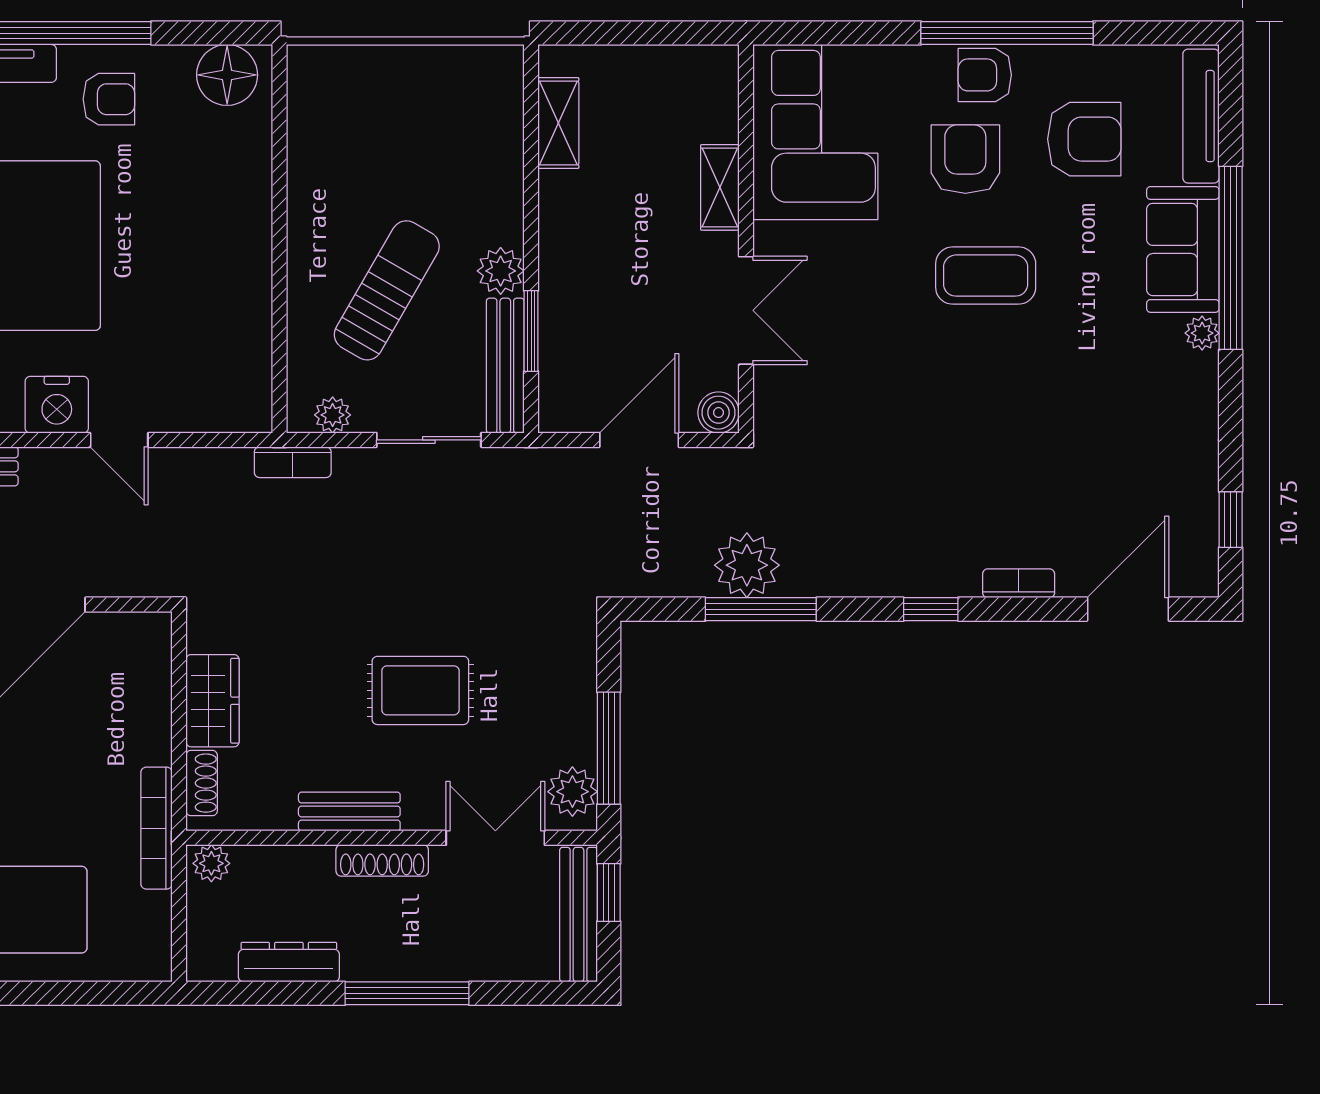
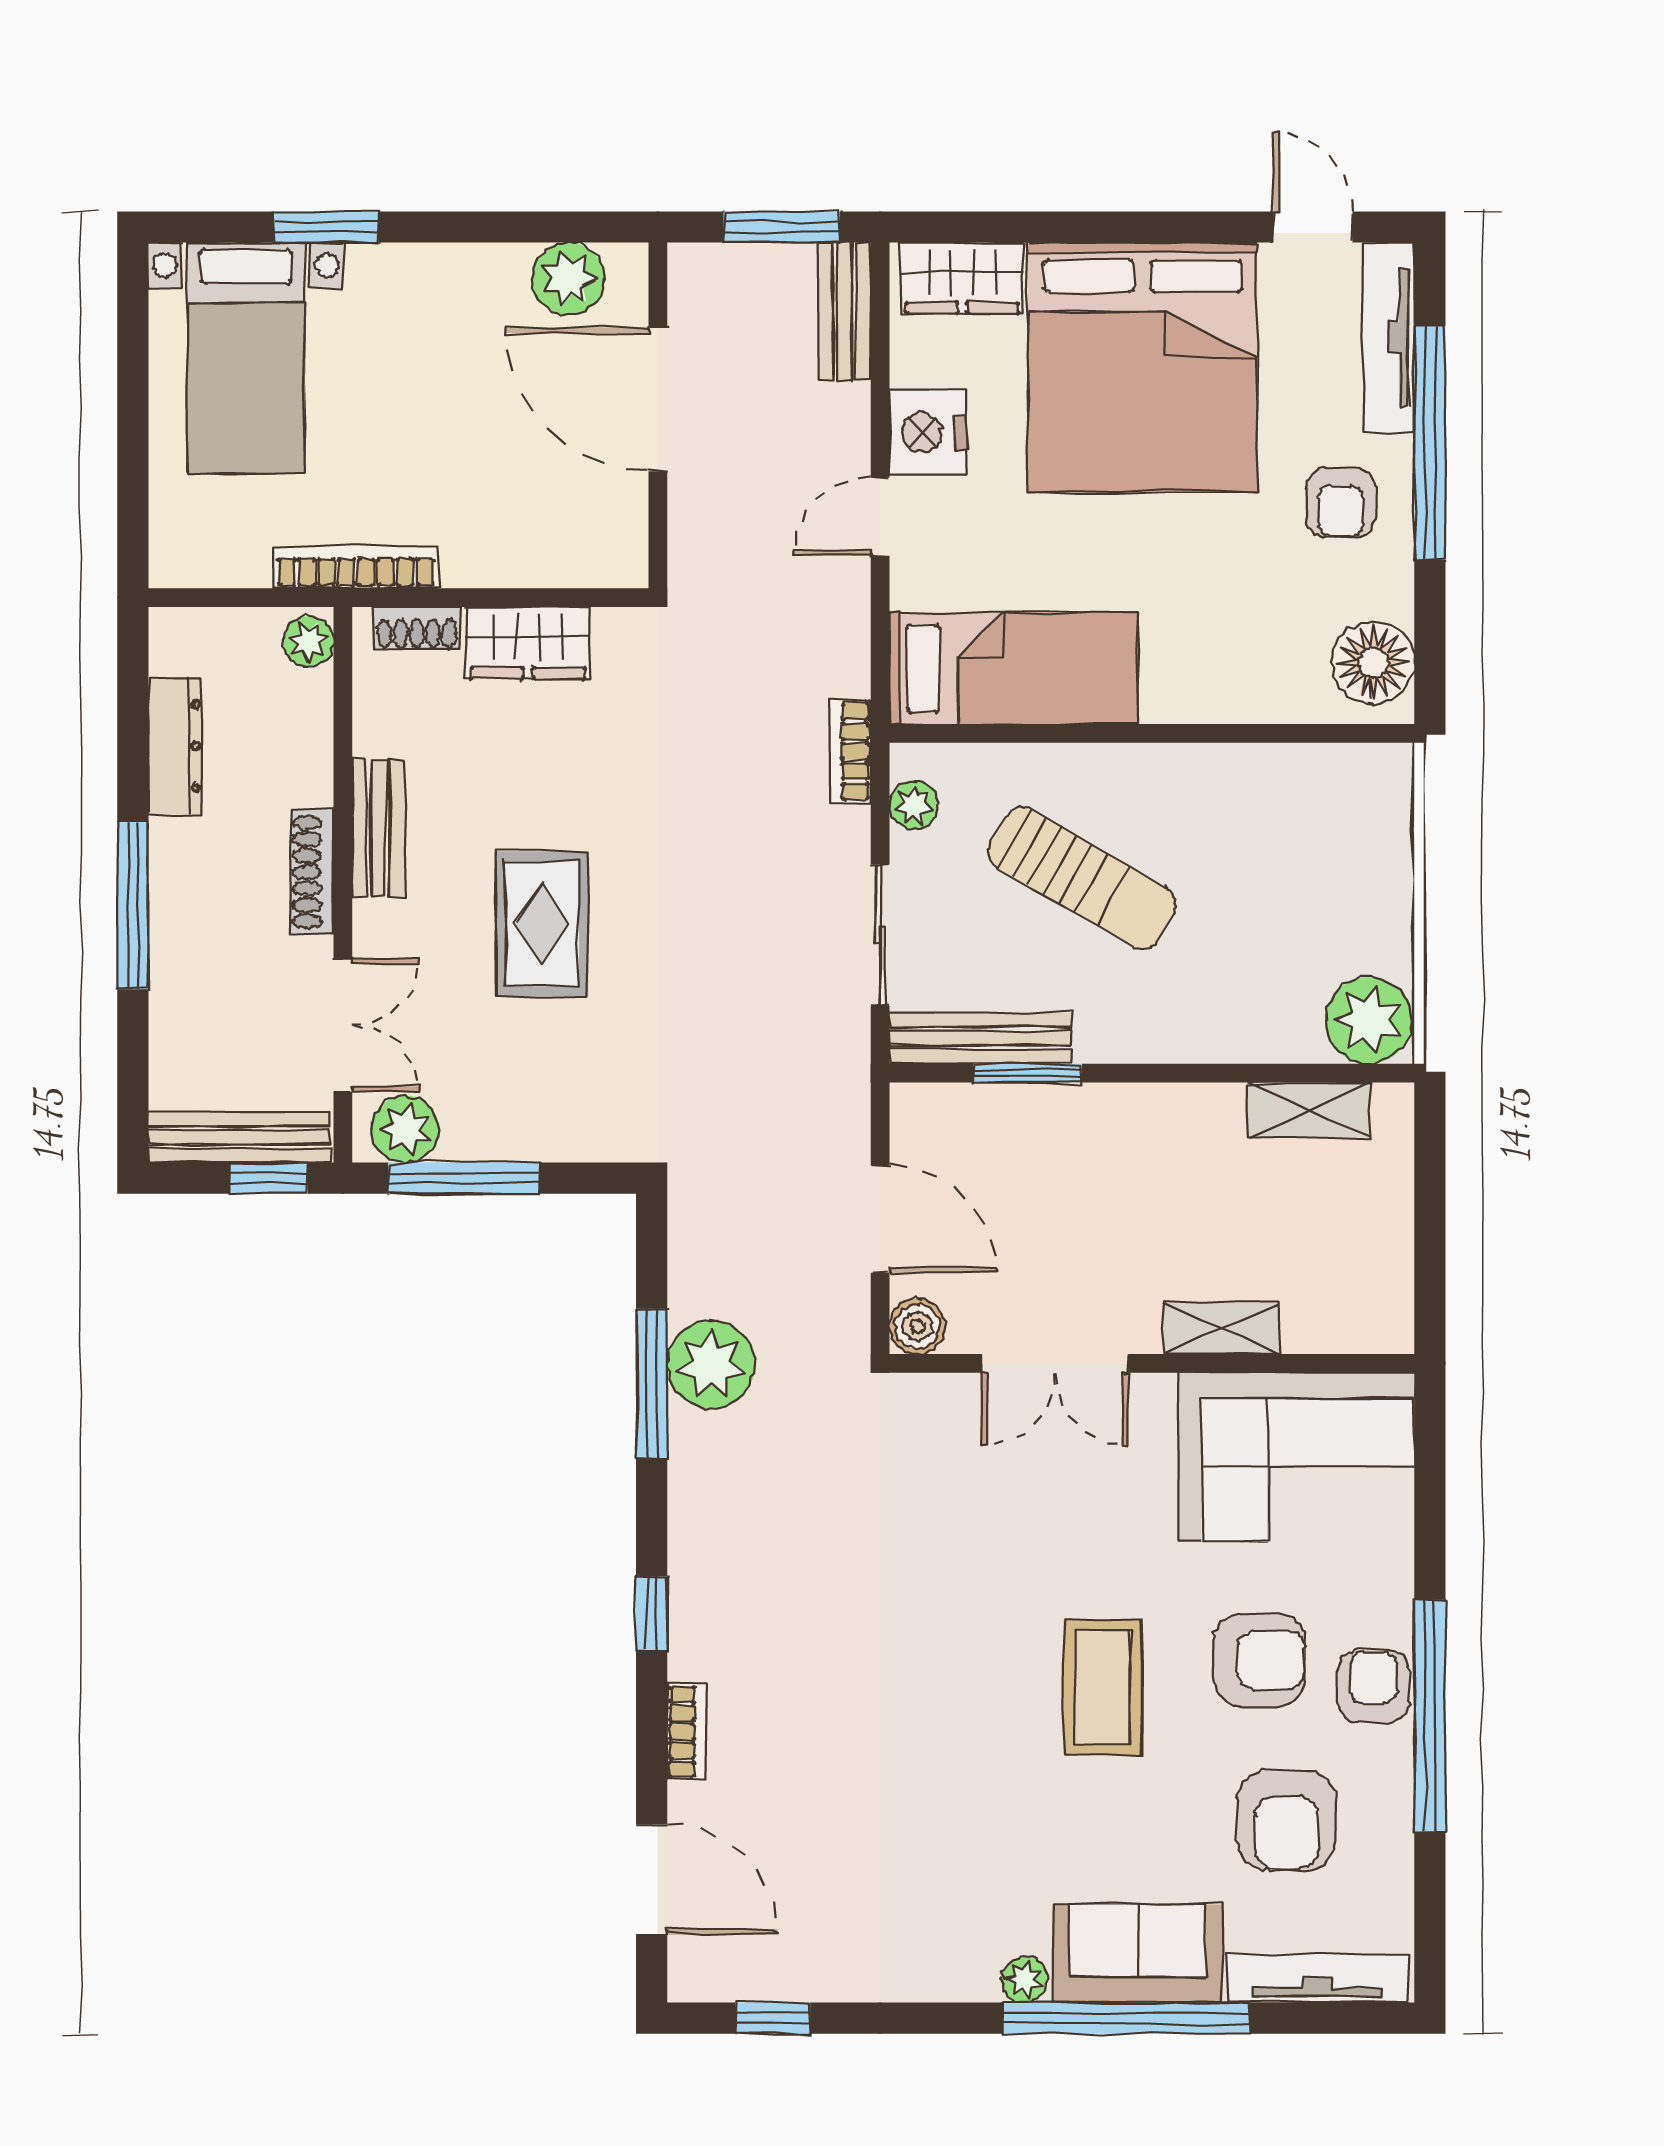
plant: (501, 271) -> (1369, 1021), moved, width x1.36, depth x1.36
bed: (231, 341) -> (1014, 668), added

